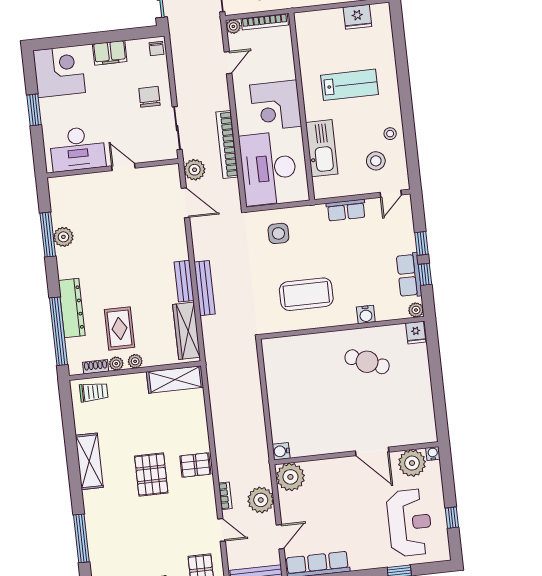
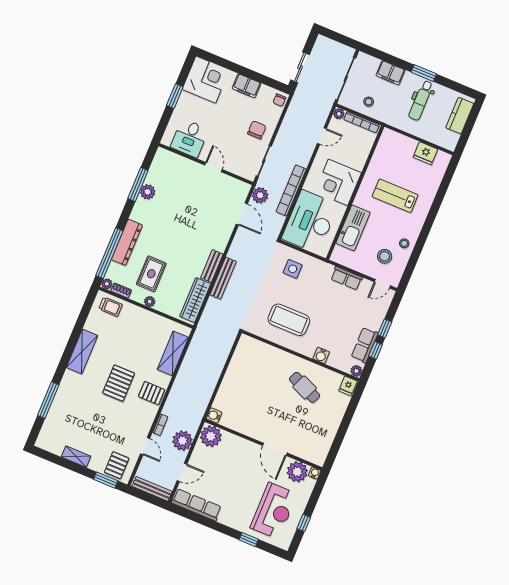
lab bench: (350, 85) -> (395, 196), turned 180
desk: (78, 149) -> (190, 138), width x0.73
plant: (116, 364) -> (107, 284), moved
shelving: (175, 379) -> (173, 353), moved, turned 90

